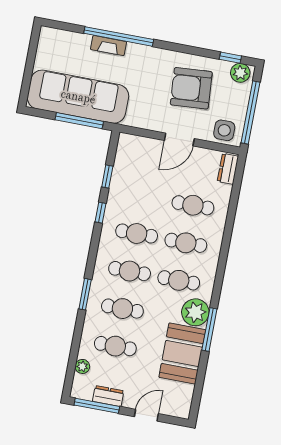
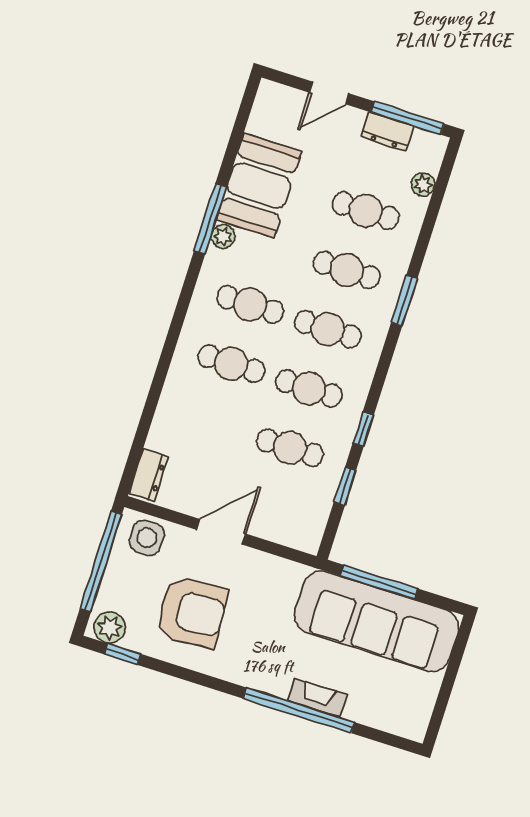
cafe table: (193, 205) -> (290, 448), moved
plant: (195, 312) -> (223, 236), width x0.53, depth x0.53

